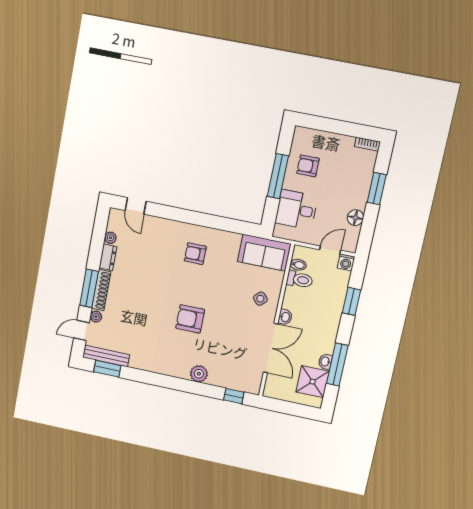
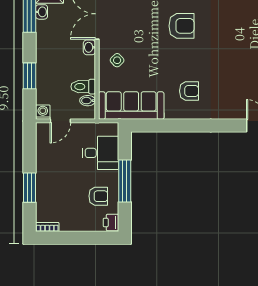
printer: (301, 136) -> (111, 223), added
floor lamp: (355, 218) -> (43, 156), removed
sofa: (264, 253) -> (131, 106), width x1.36

